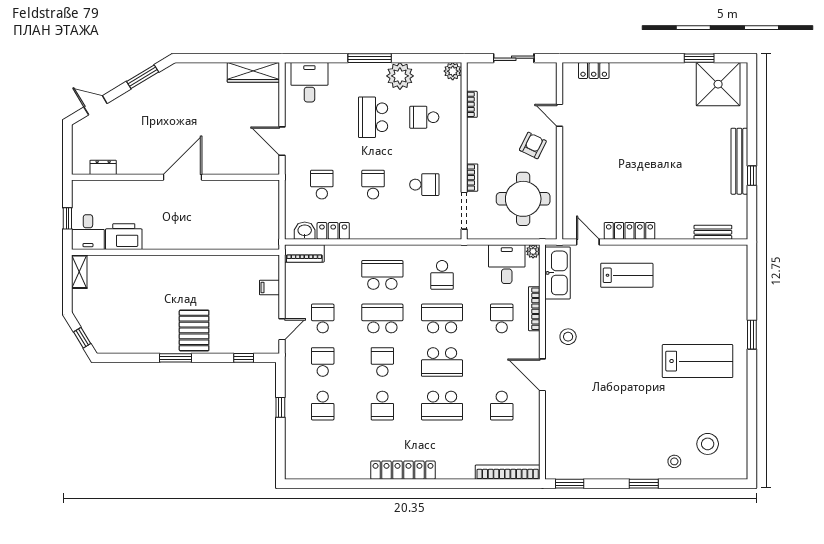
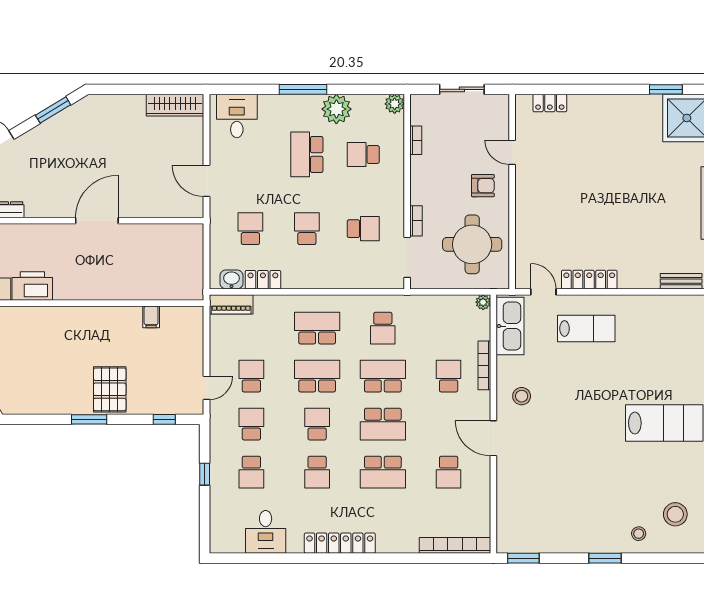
armchair: (533, 145) -> (483, 186), turned 64
desk: (507, 264) -> (266, 532), moved, turned 180
filing cabinet: (269, 288) -> (151, 317), moved, turned -90

